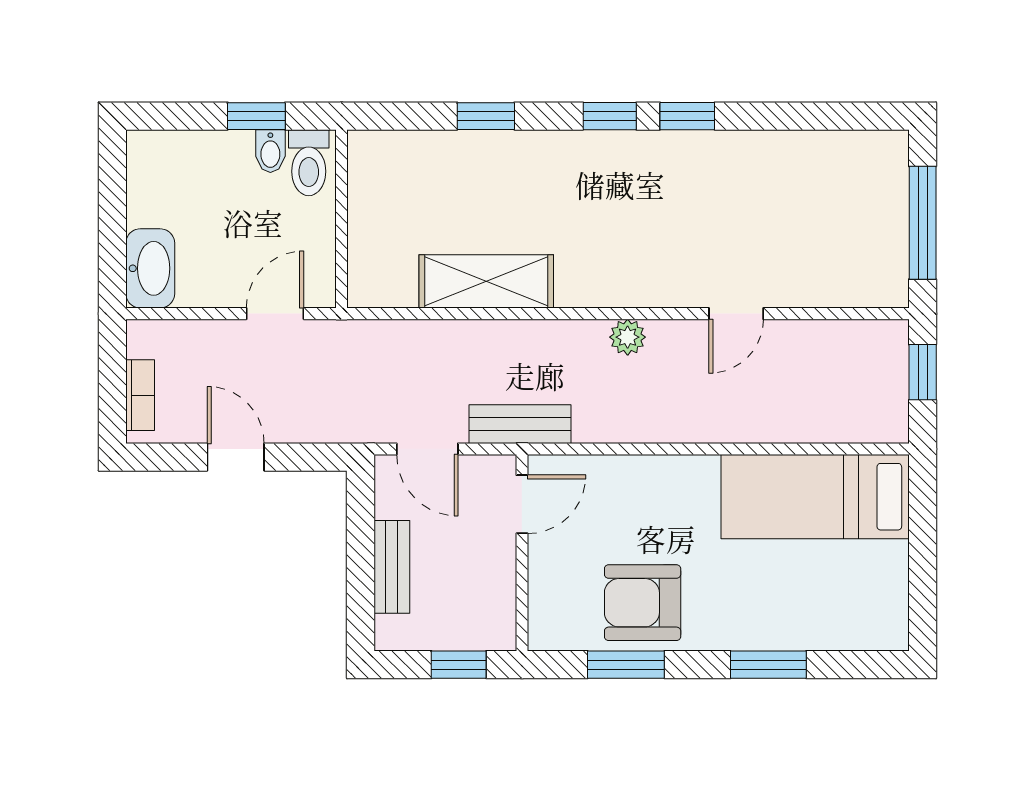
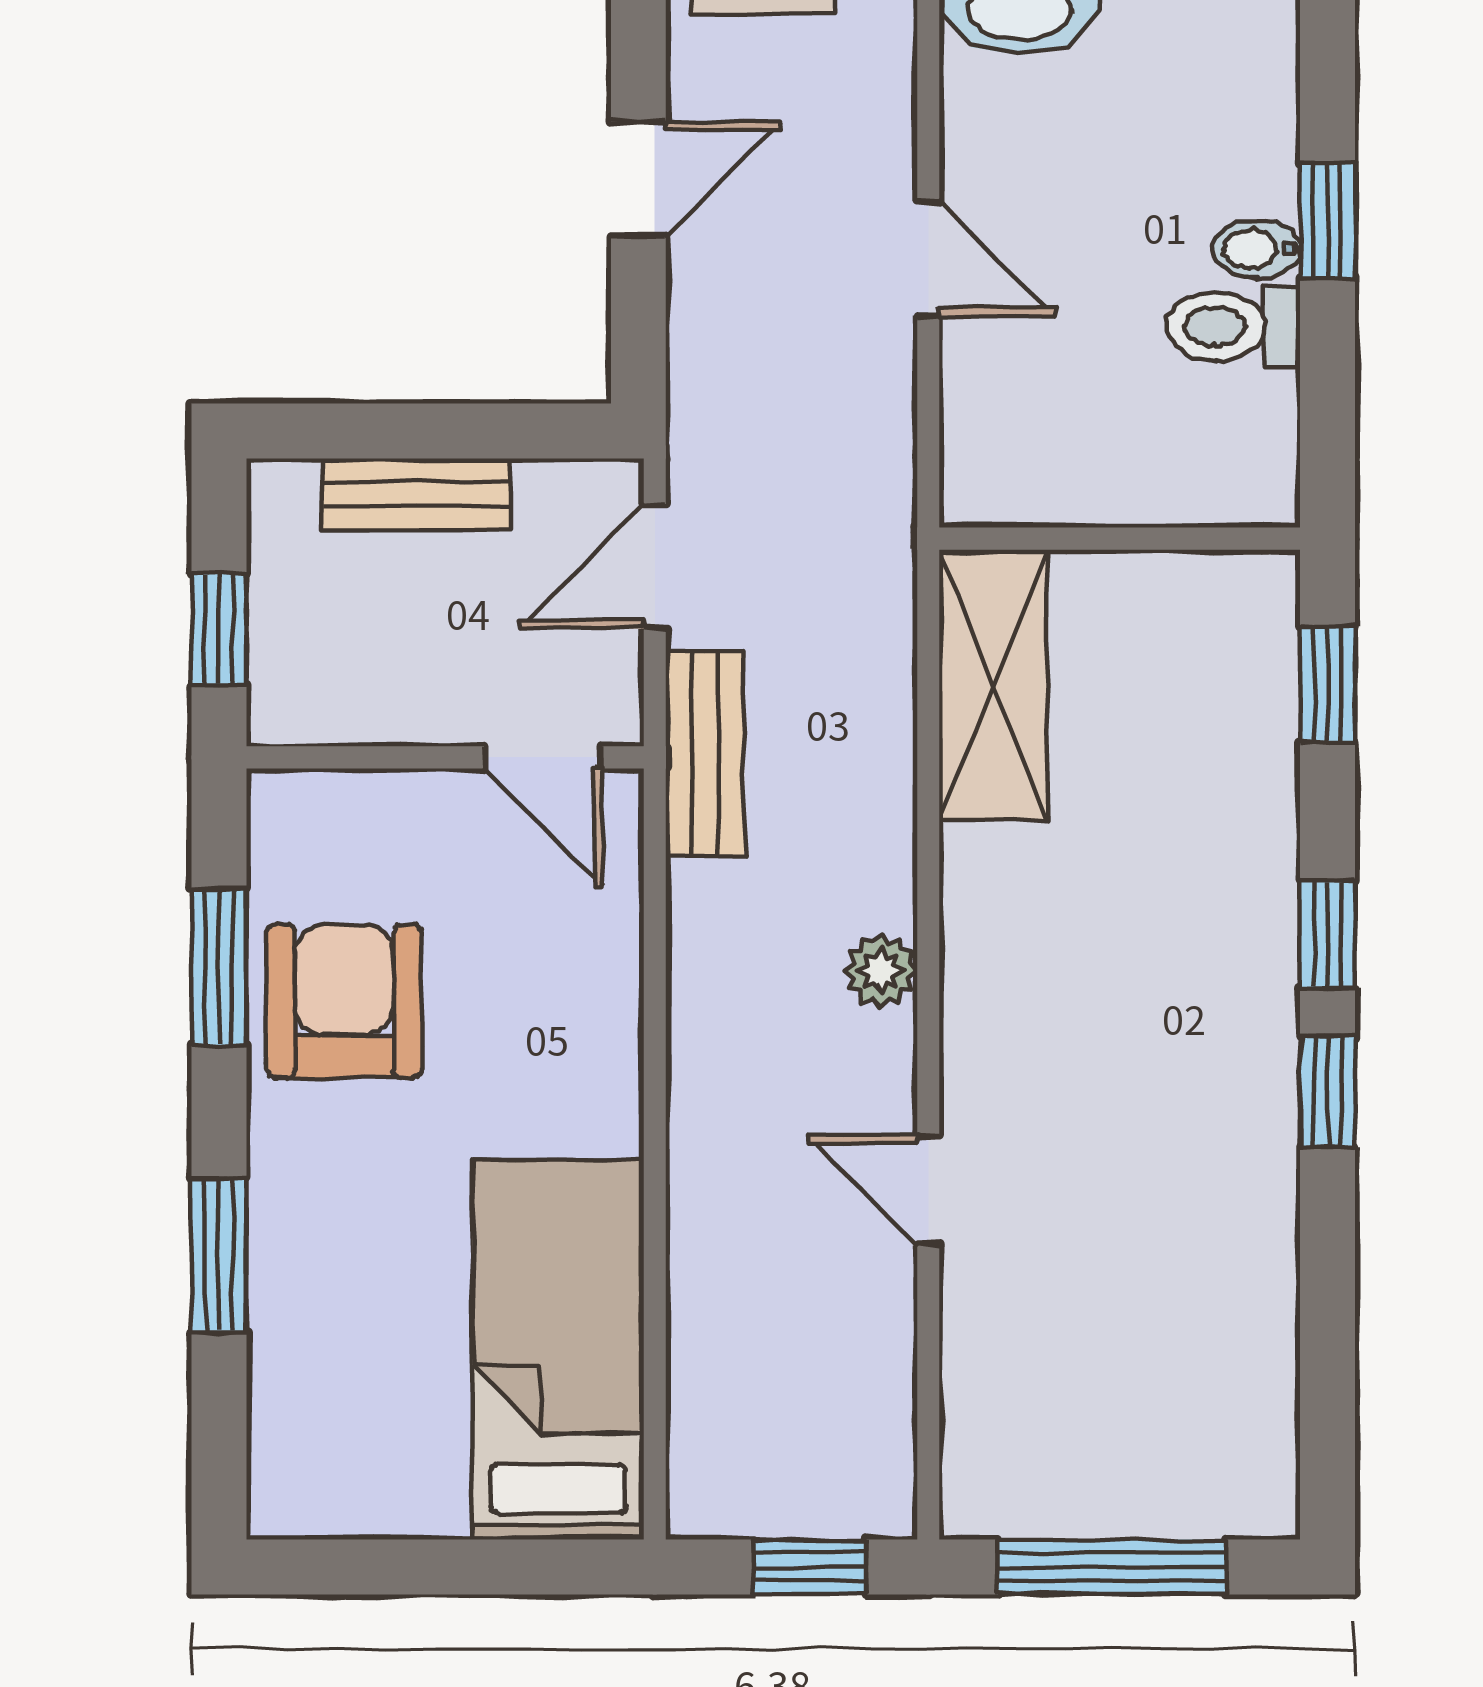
wall: (342, 219) -> (1120, 539), moved

